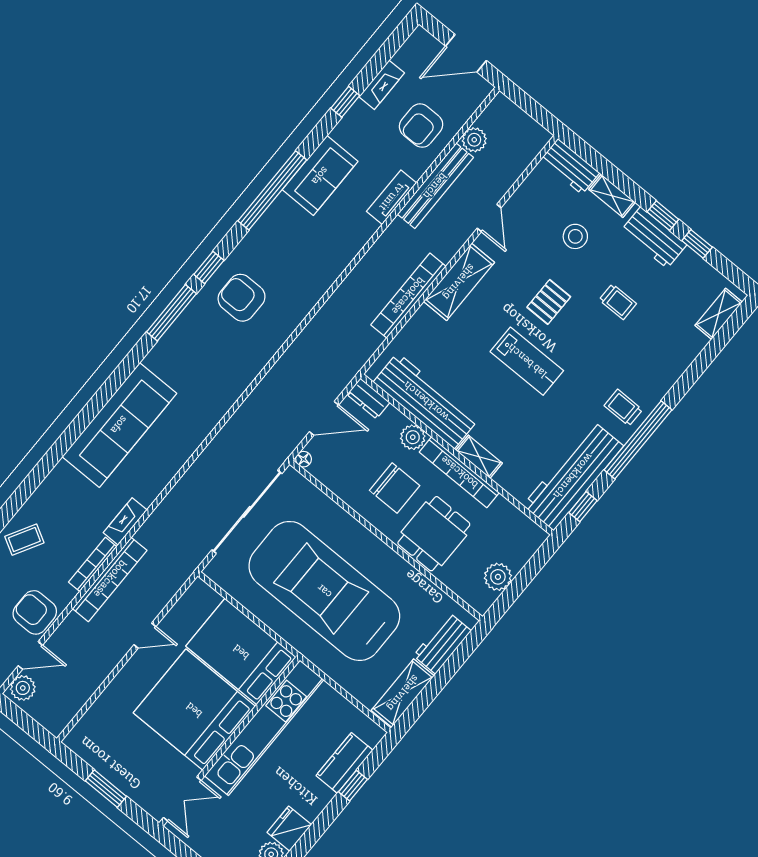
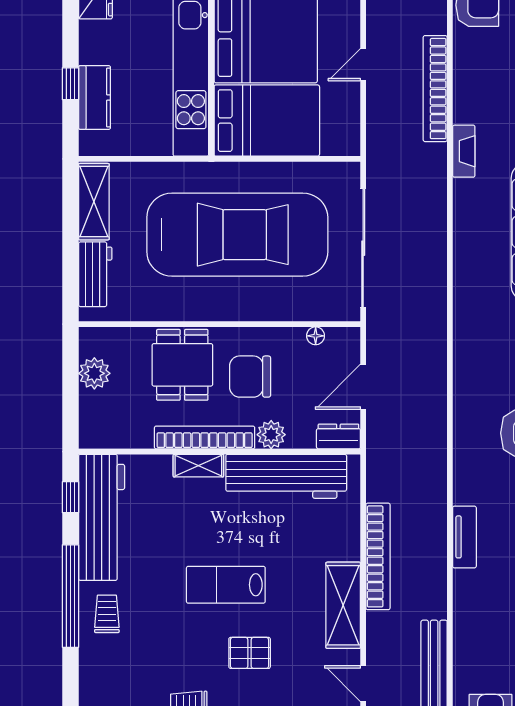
tv unit: (392, 197) -> (464, 537), moved
pallet: (549, 302) -> (250, 653), turned 90
trolley: (623, 408) -> (107, 614), turned -90
floor lamp: (304, 459) -> (316, 336), moved
bookcase: (93, 564) -> (461, 90), removed

